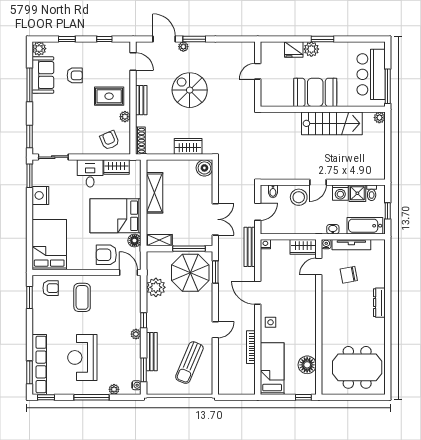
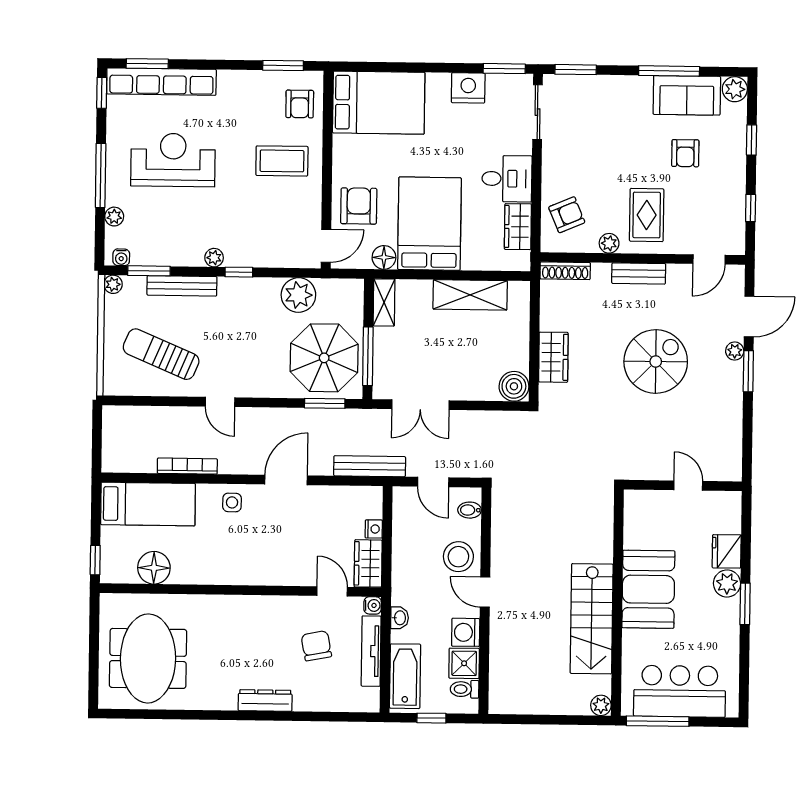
nightstand: (265, 244) -> (374, 529), moved
plant: (151, 390) -> (113, 284), added

